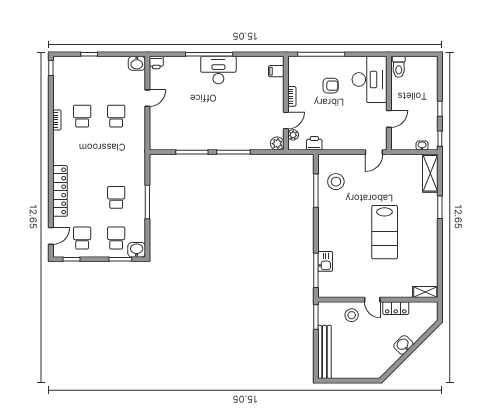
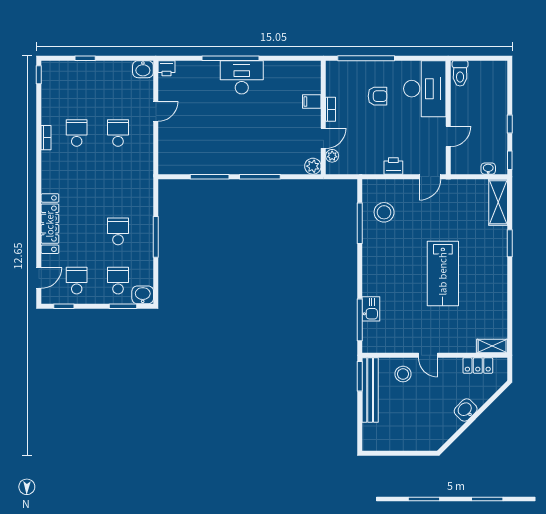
filing cabinet: (276, 71) -> (312, 102), moved
printer: (314, 143) -> (393, 166), moved
locker: (396, 308) -> (478, 366), moved
bench: (324, 352) -> (370, 390), moved

